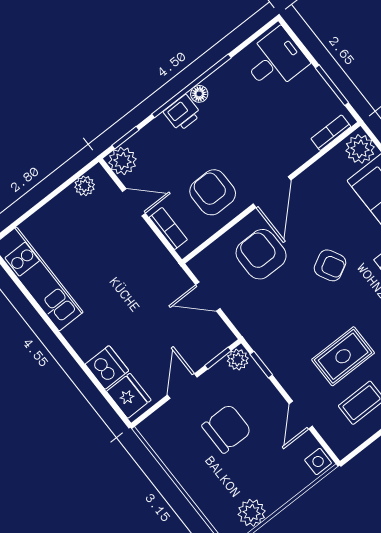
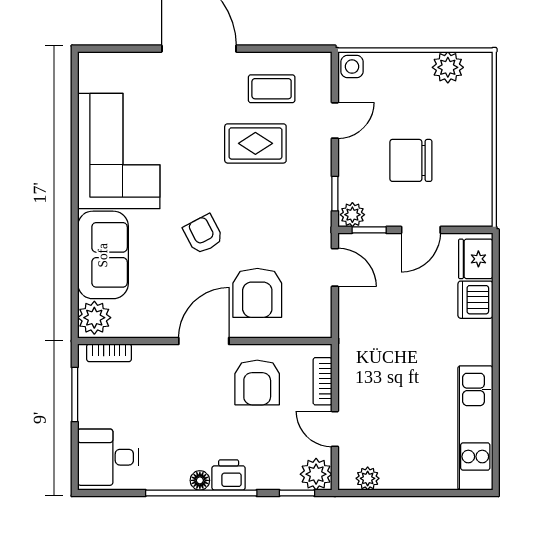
door: (208, 297) -> (335, 267), moved

